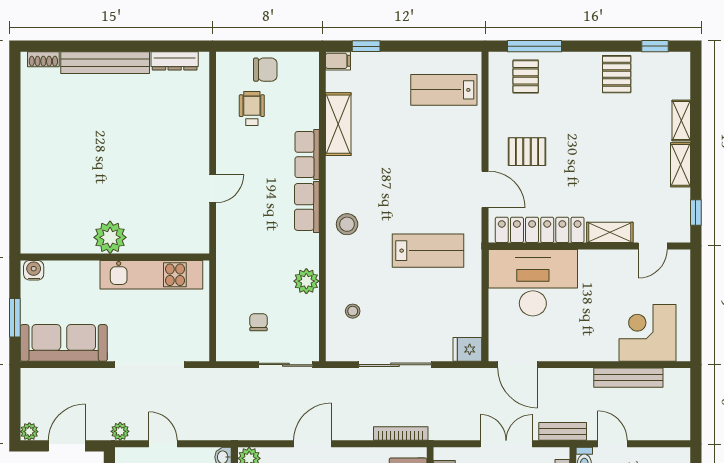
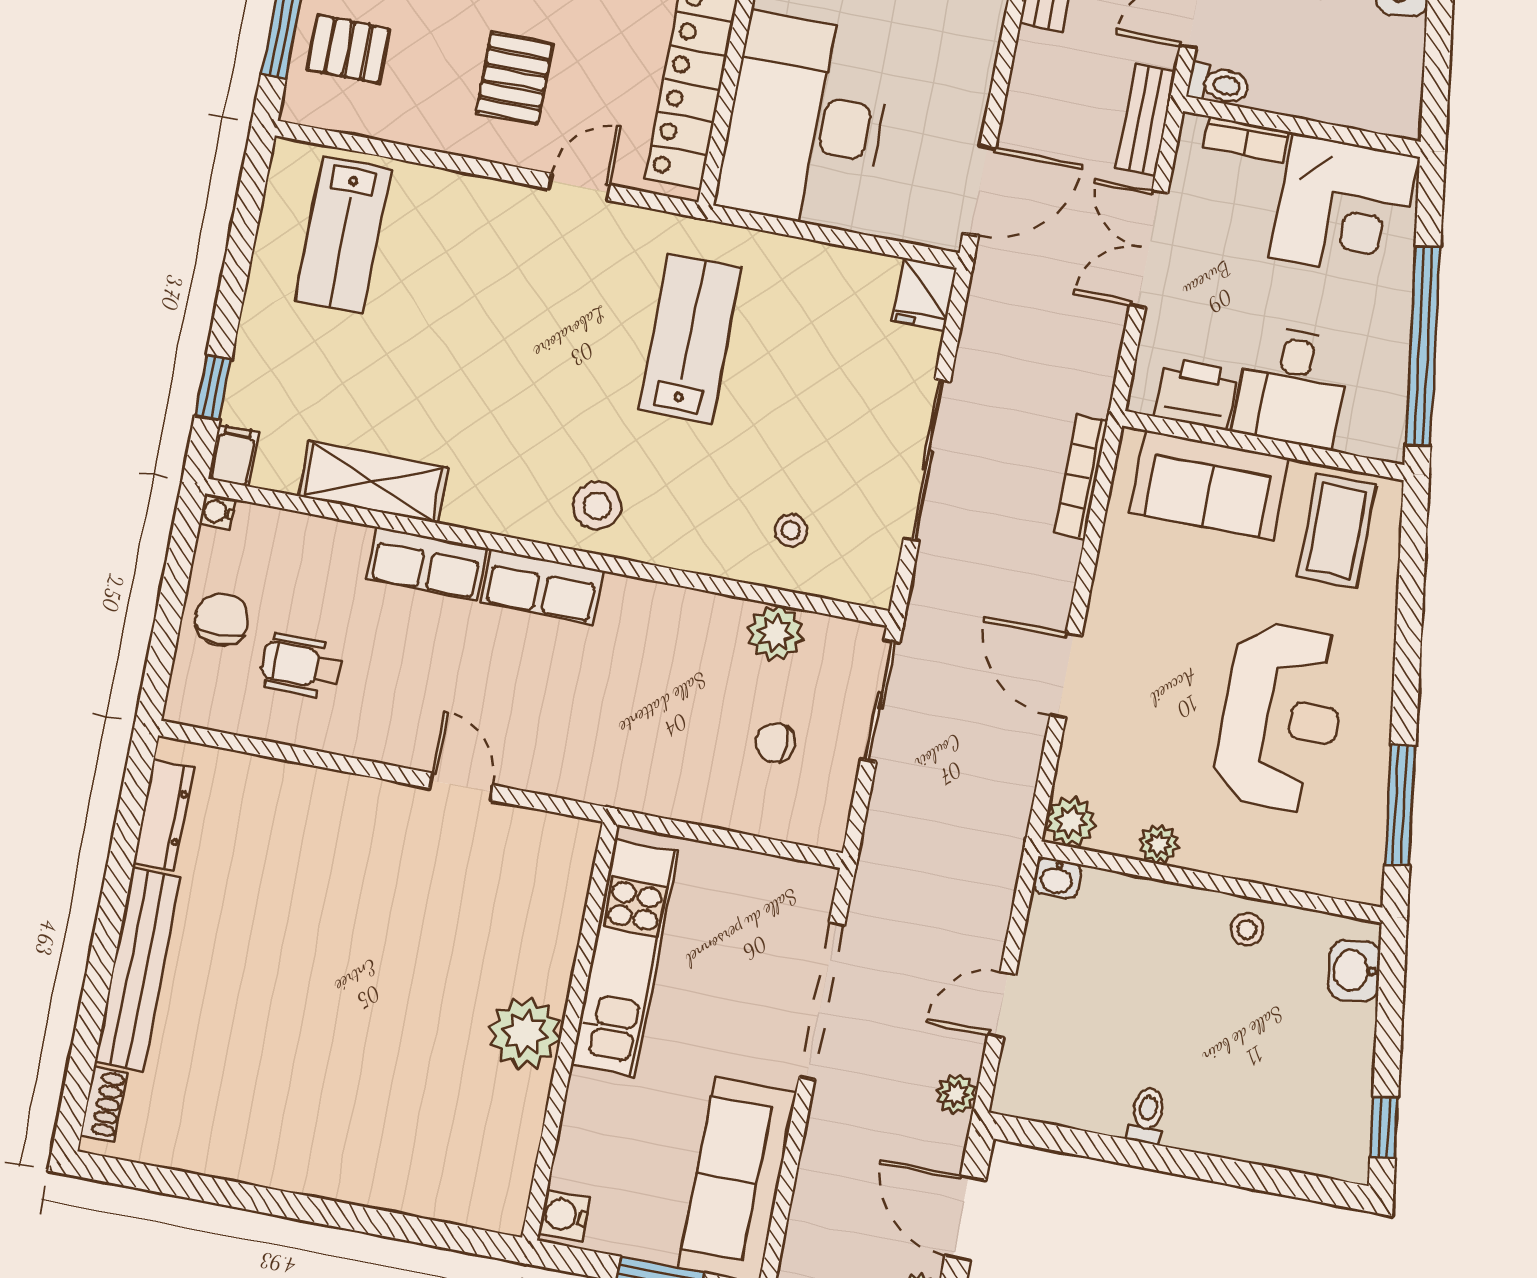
water cooler: (312, 59) -> (218, 512), added
door: (485, 189) -> (579, 187), width x0.73
plant: (306, 281) -> (776, 633), moved

